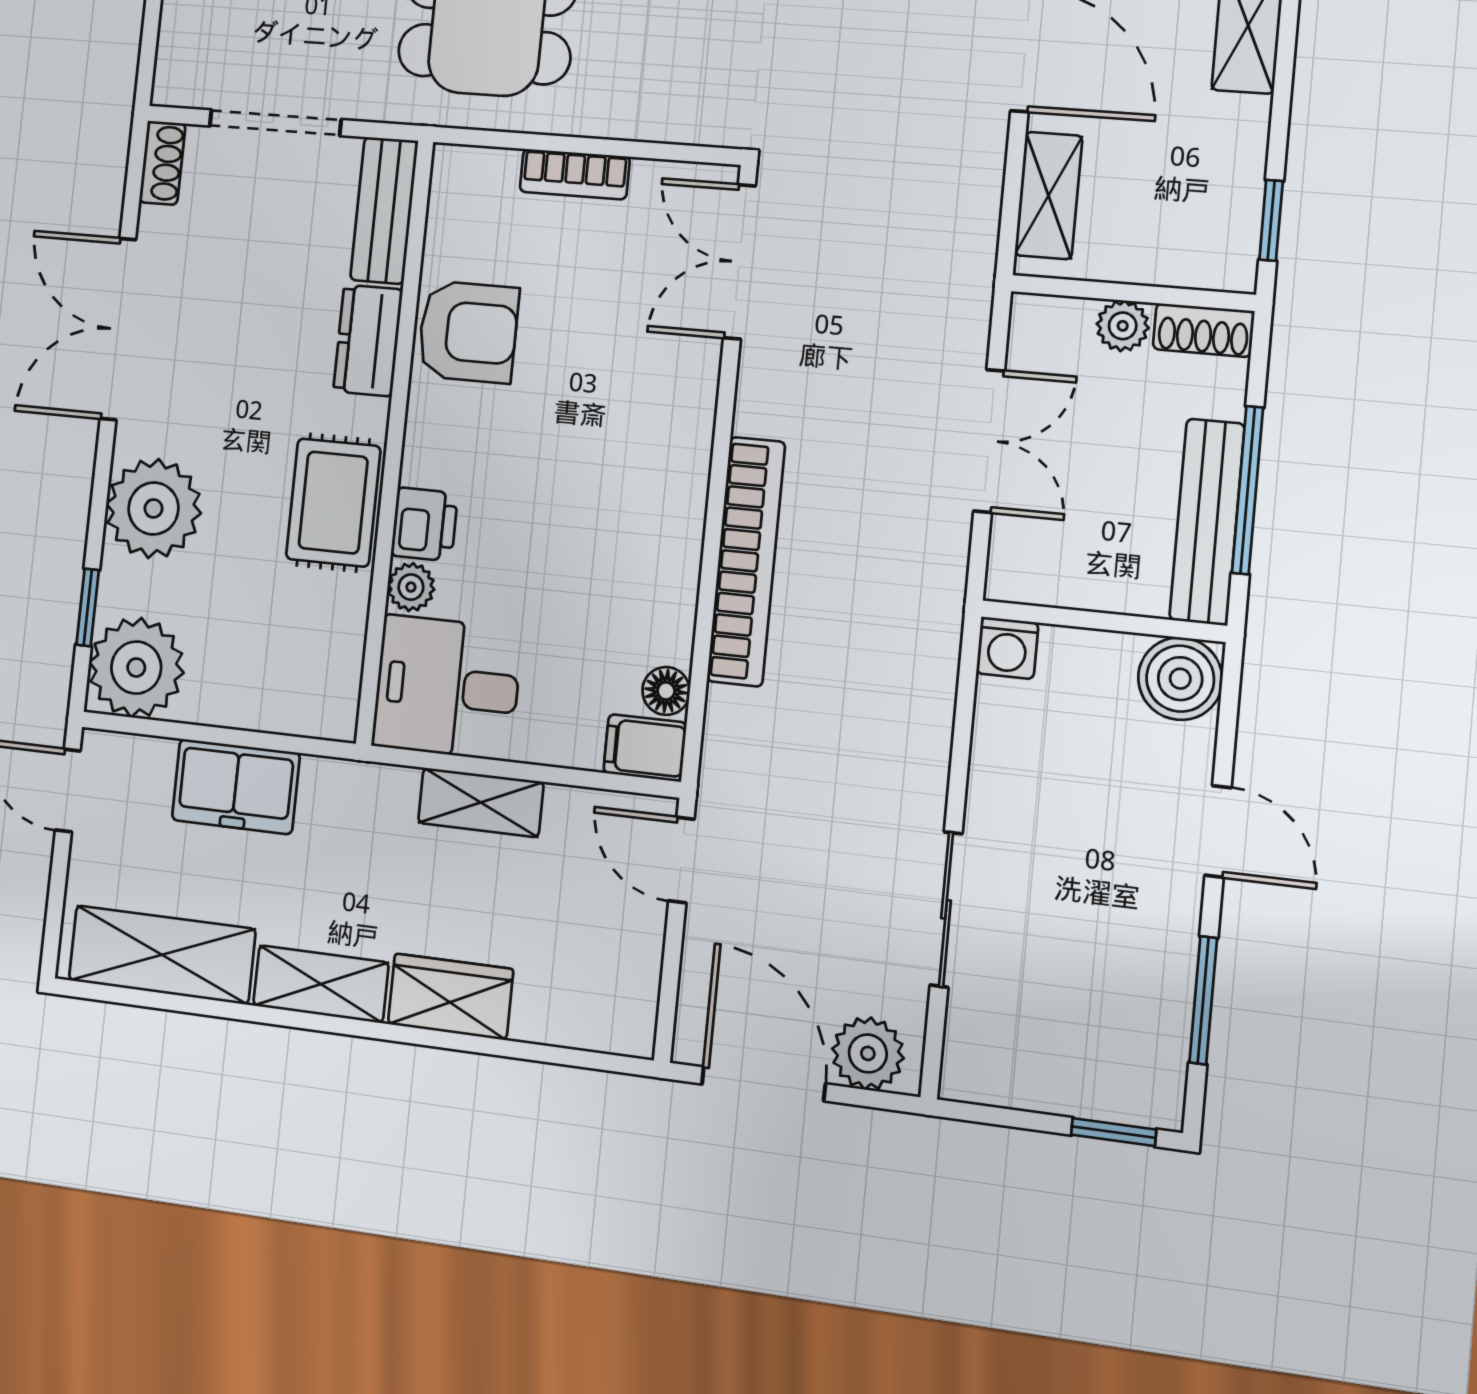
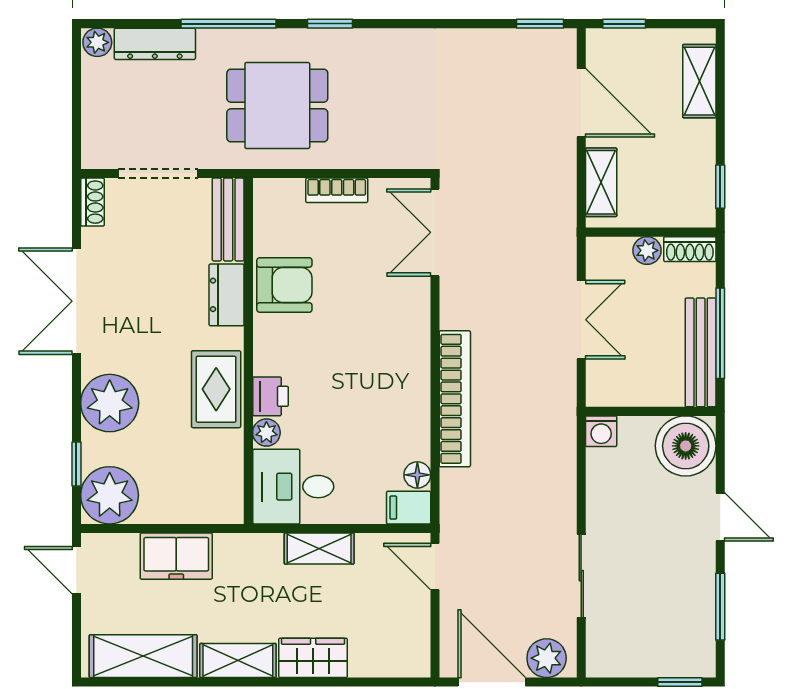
boiler: (1180, 679) -> (686, 446), width x1.37, depth x1.37

